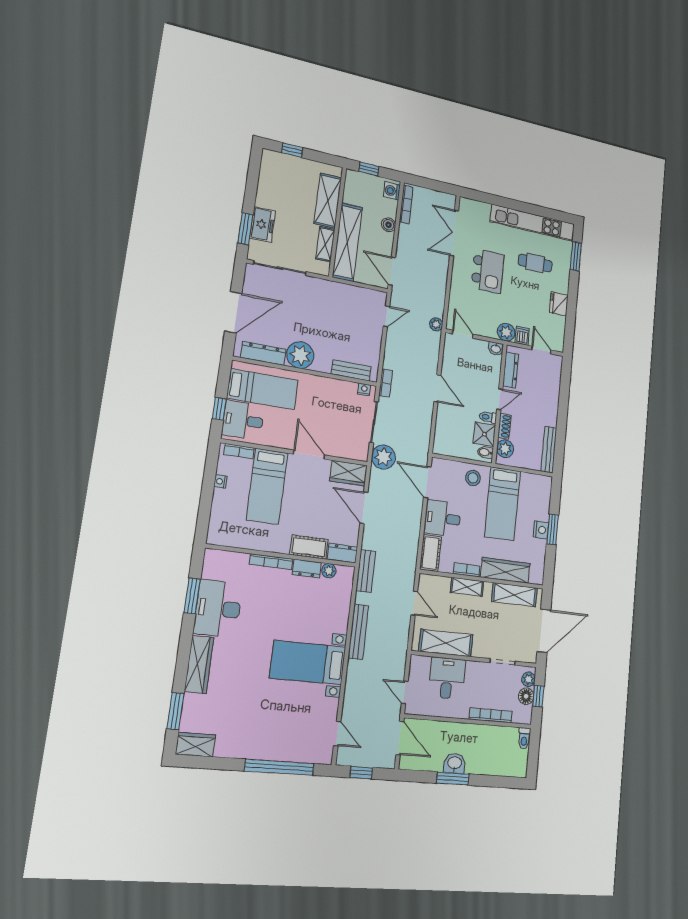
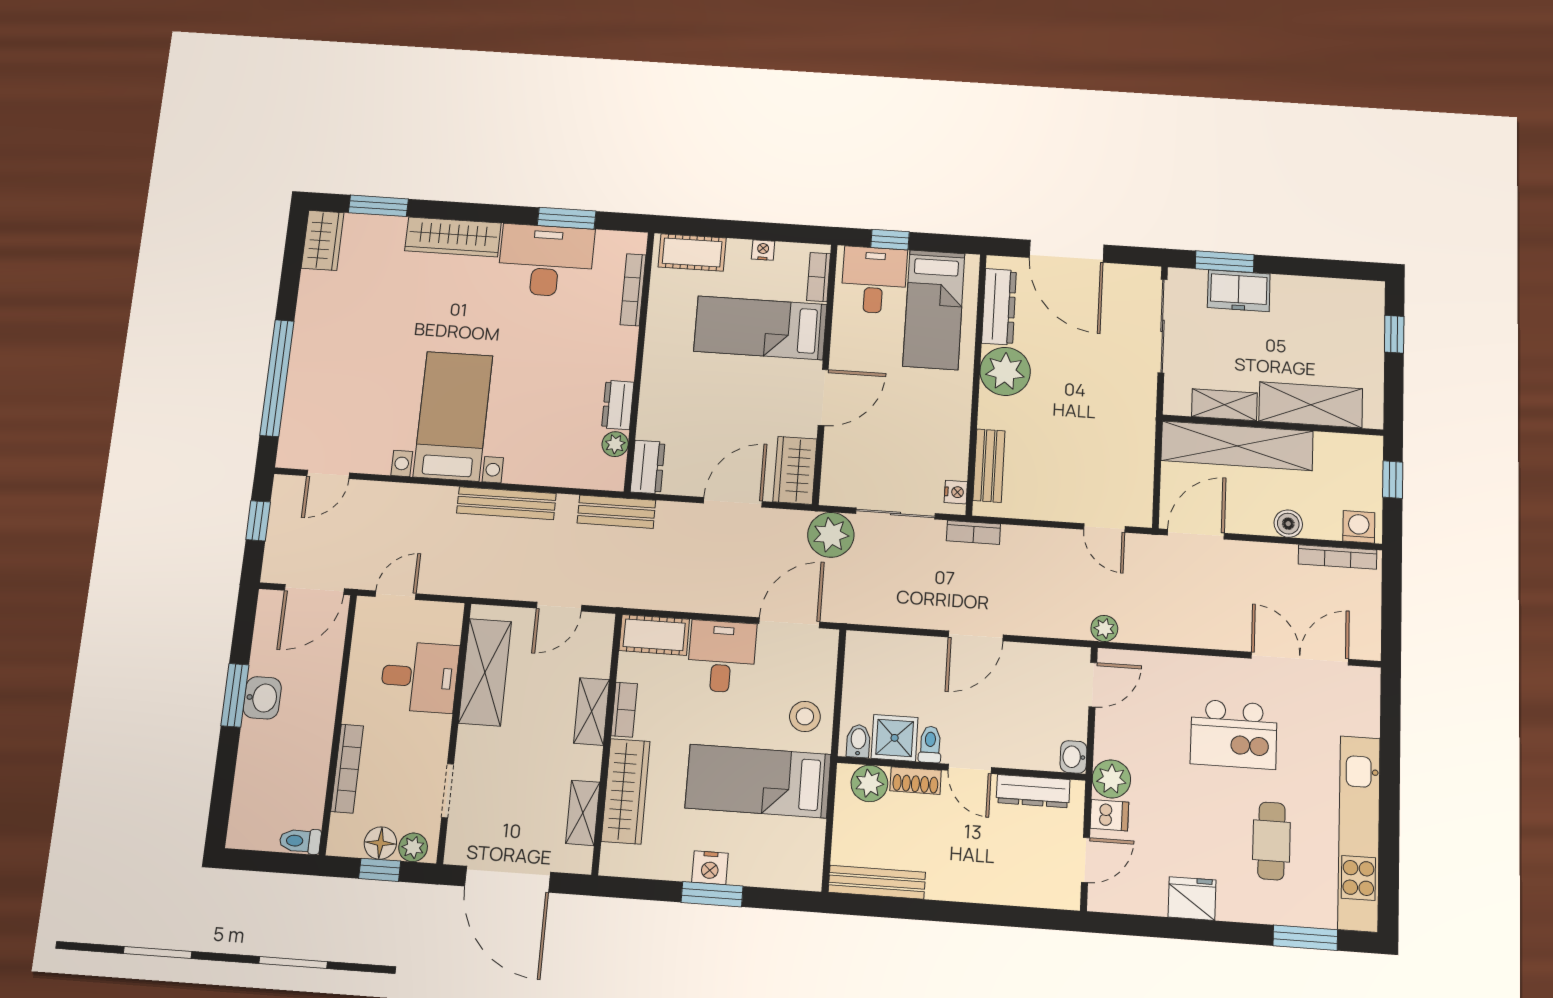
cot: (309, 547) -> (692, 252), moved, turned 90
bookcase: (271, 562) -> (633, 290), moved
shelving: (515, 595) -> (583, 813), width x0.67, depth x0.75

